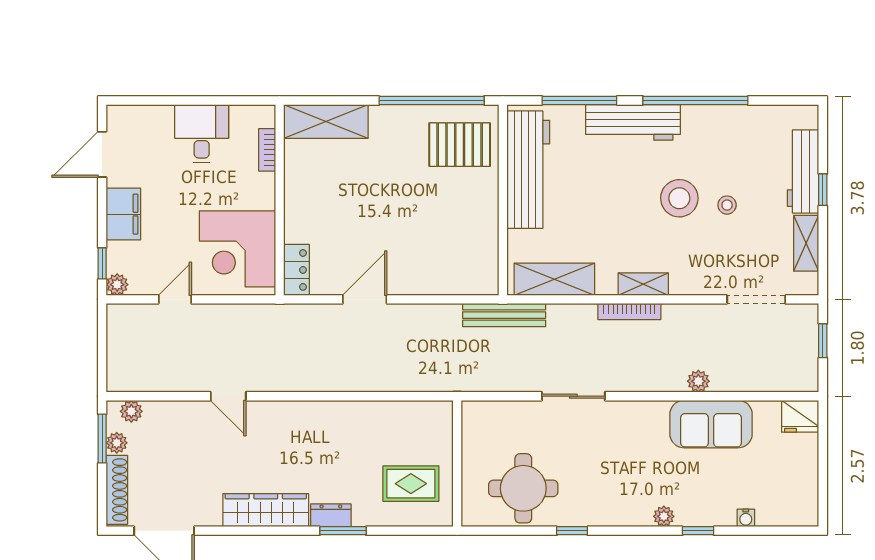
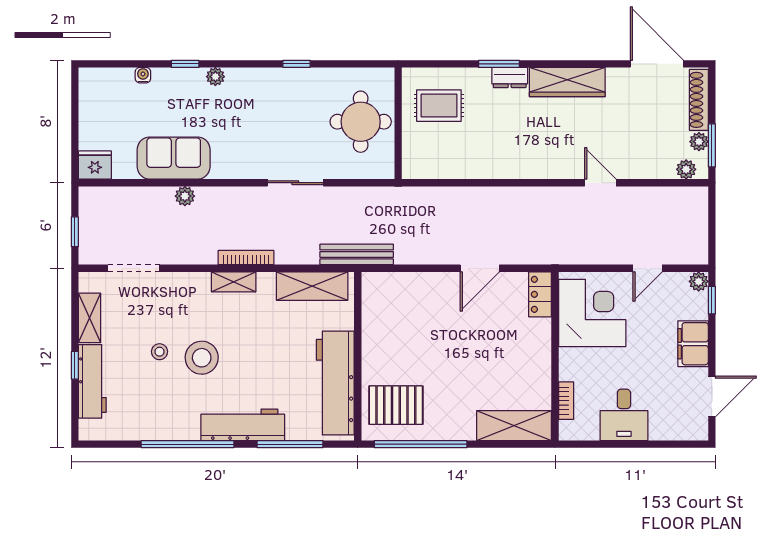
round table: (523, 488) -> (361, 122), moved

